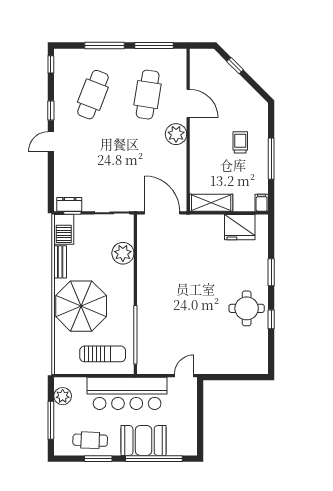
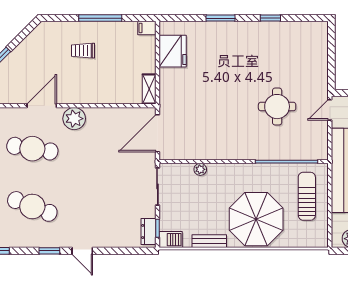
shelving: (211, 203) -> (149, 89), width x0.67, depth x0.75
barbecue: (64, 229) -> (171, 240), width x0.73, depth x0.79
plant: (123, 253) -> (200, 169), width x0.53, depth x0.53
round table: (247, 308) -> (277, 107), moved
door: (184, 376) -> (330, 110), hinge flipped

